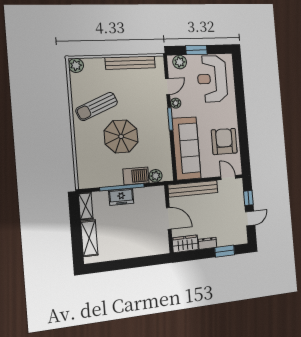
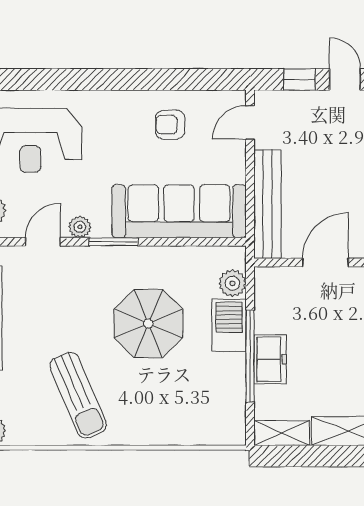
door: (168, 86) -> (43, 242), hinge flipped
parasol: (121, 136) -> (148, 324), moved
armchair: (224, 141) -> (170, 125), width x0.53, depth x0.53

